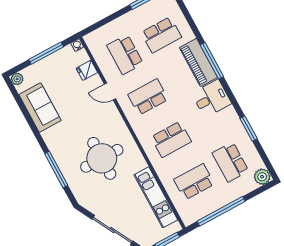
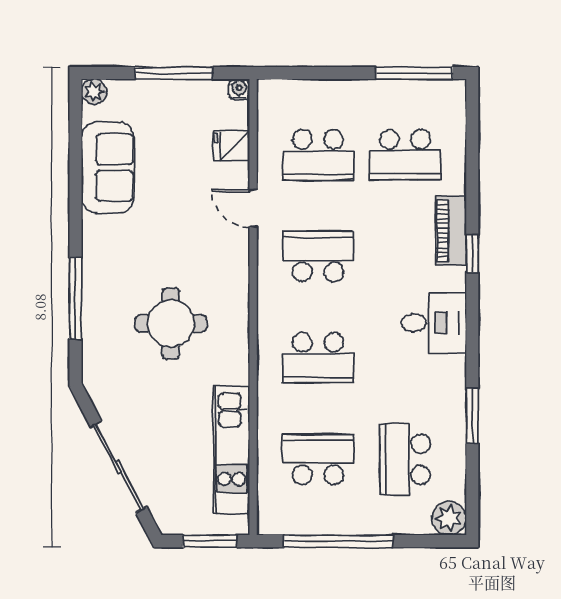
school desk: (125, 55) -> (318, 155), turned -90
window: (212, 61) -> (472, 253), width x0.46
piano: (199, 62) -> (451, 231), width x0.73, depth x0.75
round table: (102, 158) -> (171, 323), width x0.73, depth x0.73

